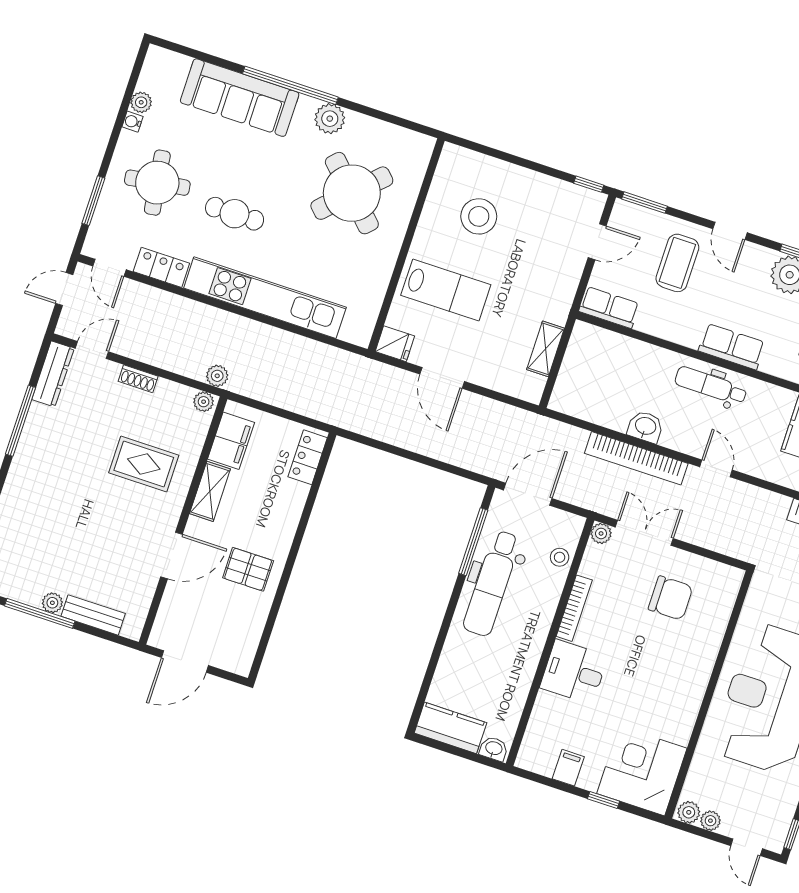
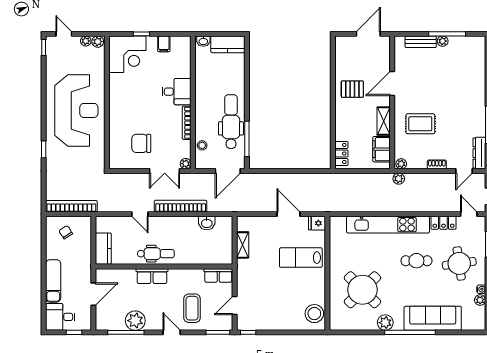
stool: (479, 216) -> (314, 314), moved
washbasin: (645, 427) -> (207, 223), moved

